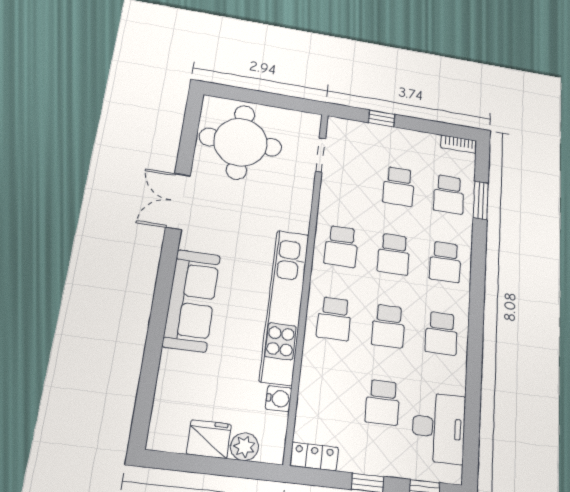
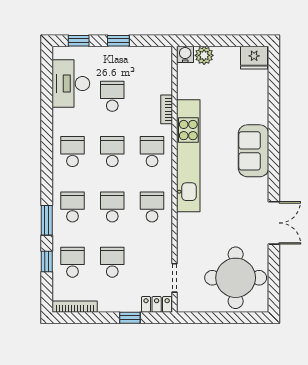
bookcase: (459, 144) -> (75, 307), width x1.56
window: (481, 200) -> (47, 262), width x0.67
window: (479, 250) -> (47, 220), added
sofa: (192, 300) -> (253, 151), width x0.73
bookcase: (308, 374) -> (167, 109), added
water cooler: (279, 399) -> (185, 54), moved, turned 90
fridge: (209, 439) -> (254, 58), moved
locker: (314, 457) -> (157, 304), moved, turned 180

